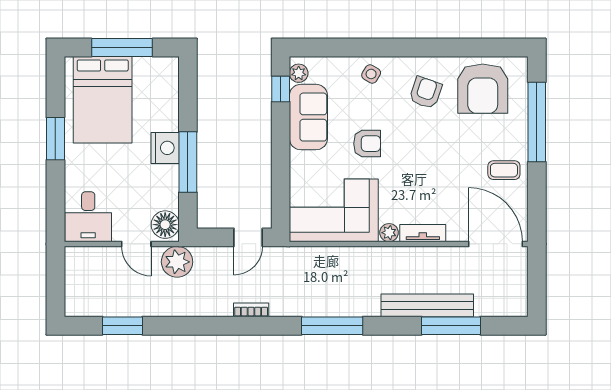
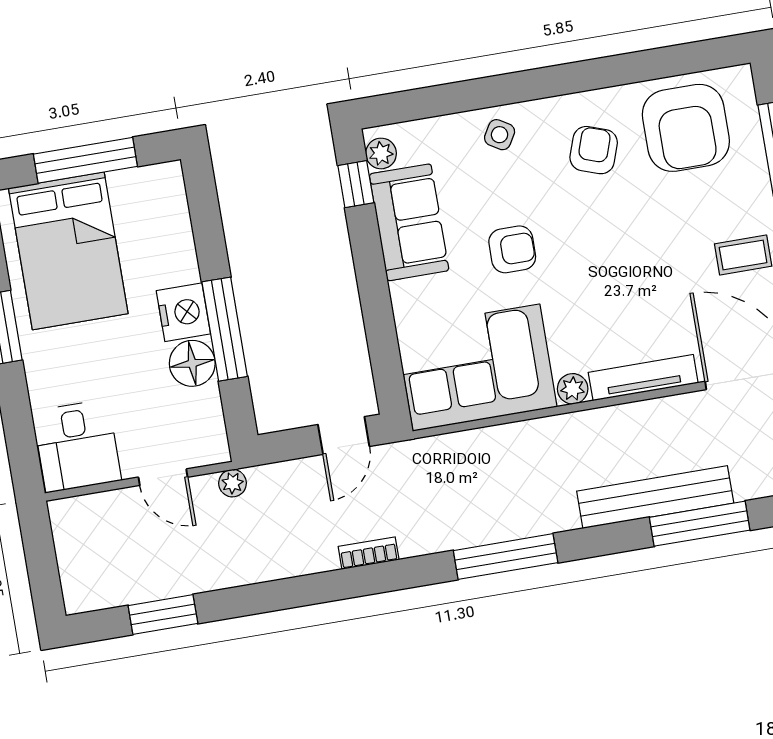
floor lamp: (165, 225) -> (192, 363), moved
tv unit: (423, 233) -> (643, 378), width x1.41
plant: (177, 262) -> (233, 483), width x0.53, depth x0.53

